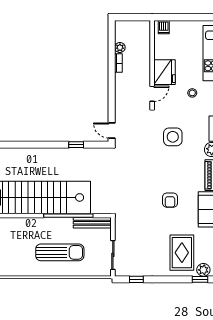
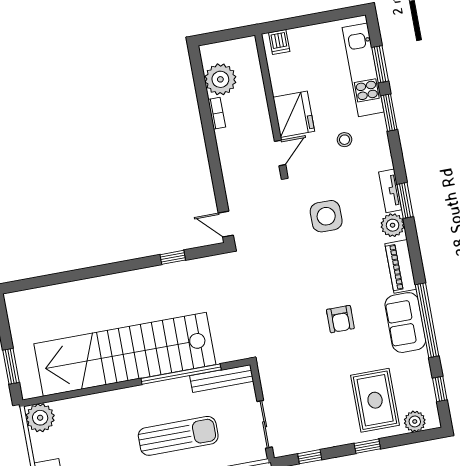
plant: (120, 48) -> (220, 79), width x1.87, depth x1.87
window: (200, 279) -> (367, 446), moved

